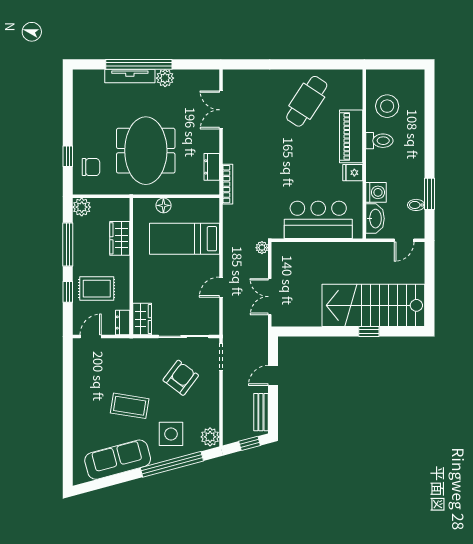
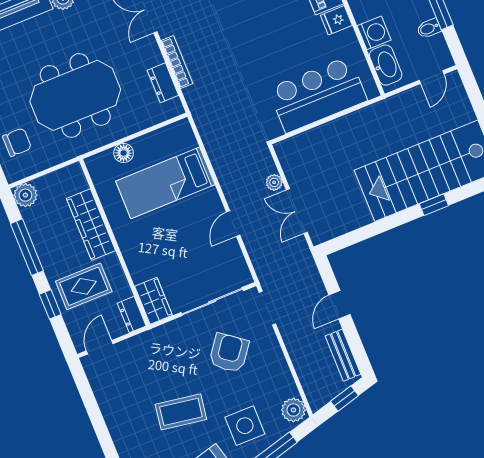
meeting table: (146, 151) -> (75, 95), turned 90
bookcase: (228, 184) -> (177, 62), moved
wardrobe: (120, 238) -> (91, 225), width x1.50
plant: (262, 248) -> (274, 182), moved

